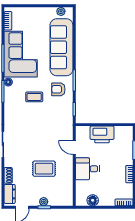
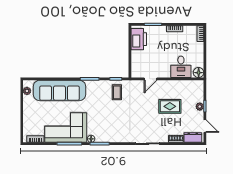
armchair: (58, 89) -> (98, 93), removed
coffee table: (34, 97) -> (117, 92), moved
printer: (102, 134) -> (139, 39), moved
rug: (44, 169) -> (170, 106), turned 90
desk: (87, 169) -> (181, 67), moved
floor lamp: (93, 200) -> (199, 73), moved

